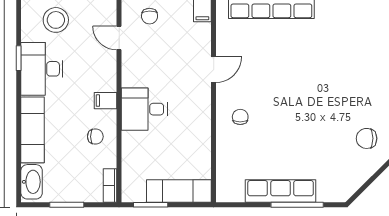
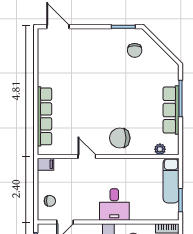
chair: (240, 117) -> (120, 138), width x1.87, depth x1.87
plant: (224, 175) -> (160, 149), added

